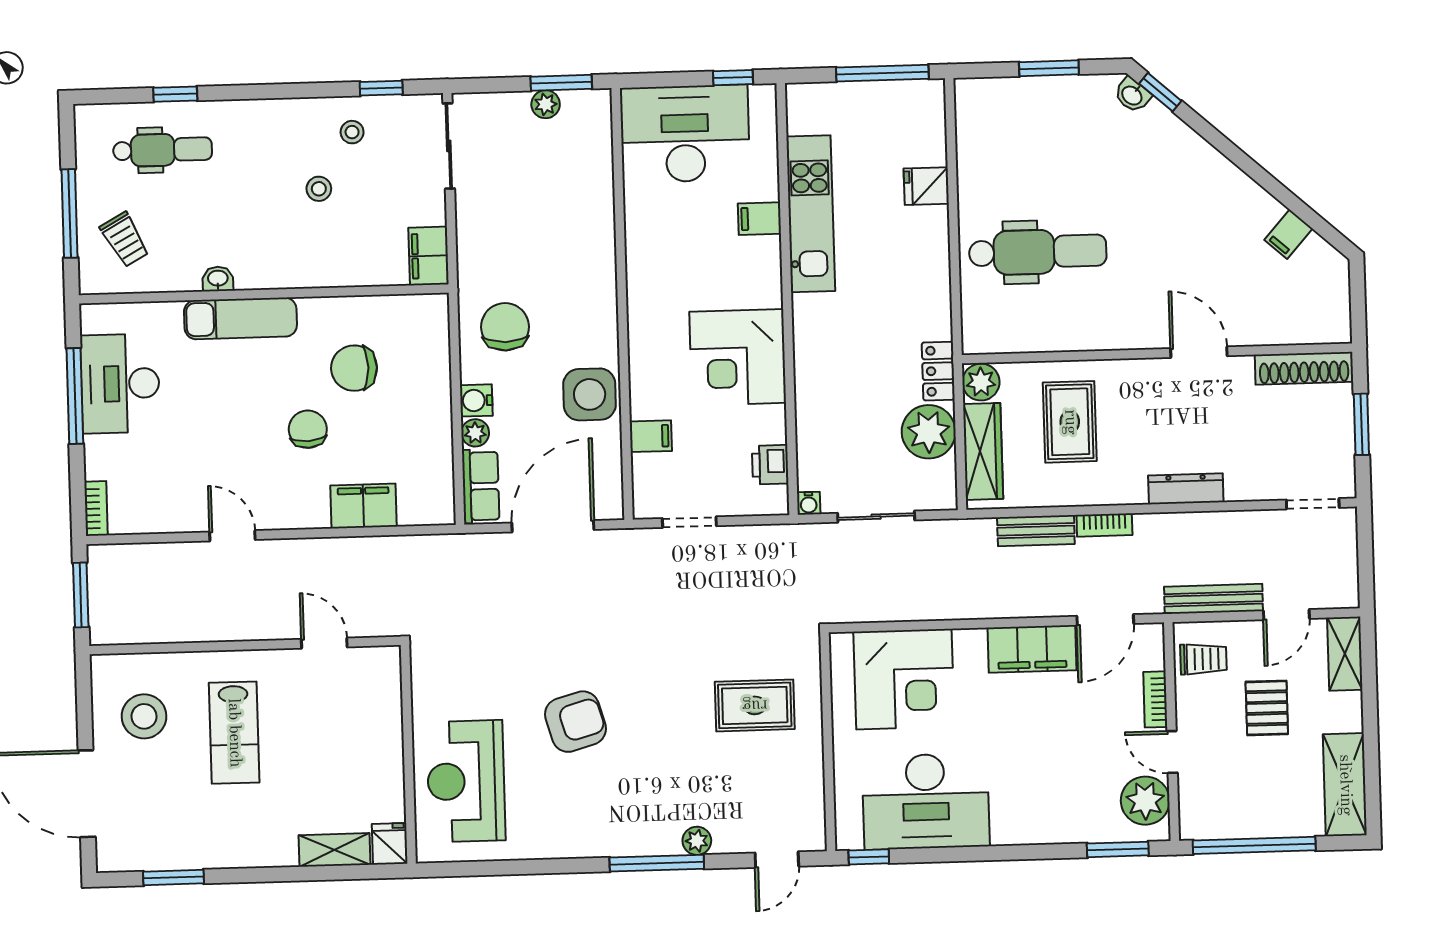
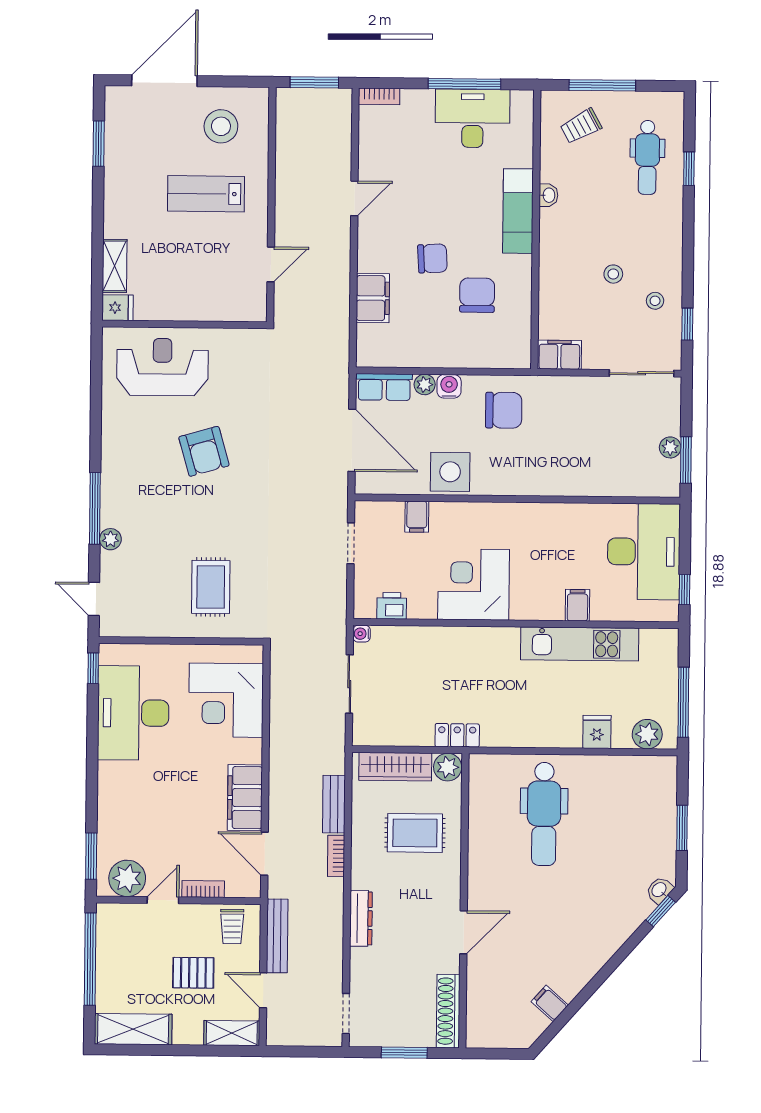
plant: (929, 432) -> (647, 734), moved, width x0.73, depth x0.73

